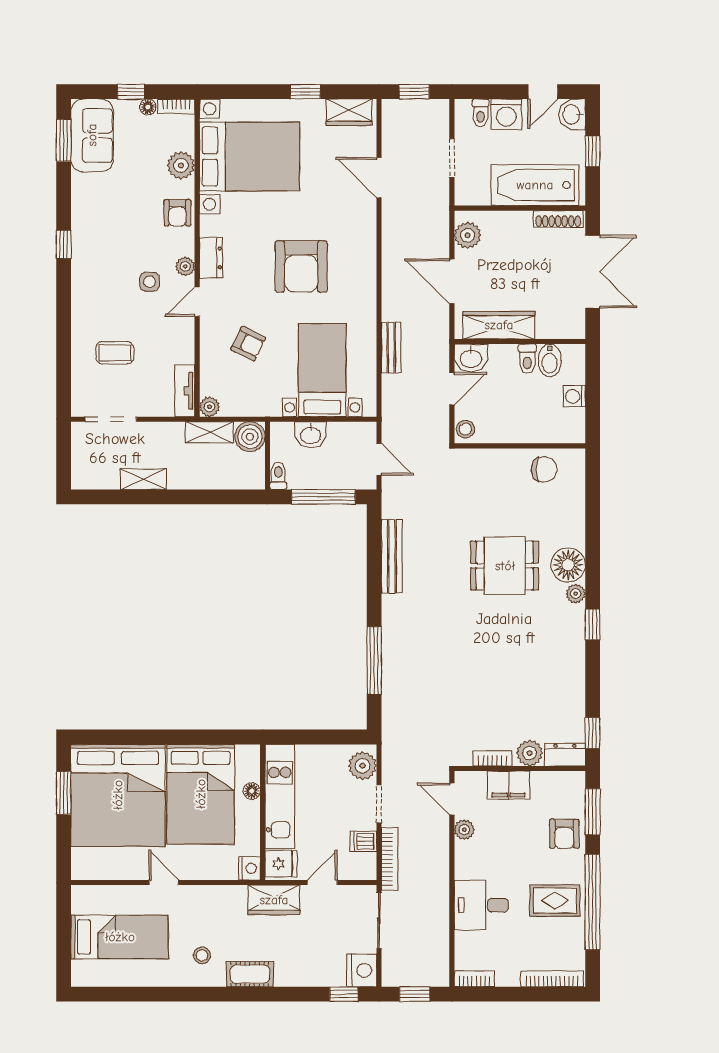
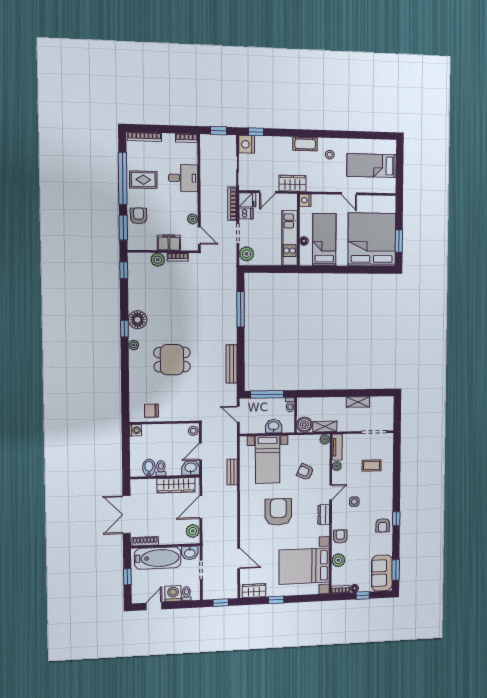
washbasin: (572, 114) -> (190, 553), moved, turned 90
armchair: (91, 232) -> (383, 525), added
plant: (185, 266) -> (337, 466), moved
door: (452, 281) -> (201, 507), swing flipped
washing machine: (574, 396) -> (135, 430), moved
floor lamp: (568, 565) -> (138, 320), moved
dresser: (565, 755) -> (139, 259), removed
bed: (201, 794) -> (324, 240), width x0.67
fridge: (281, 864) -> (247, 200), moved, turned 180

